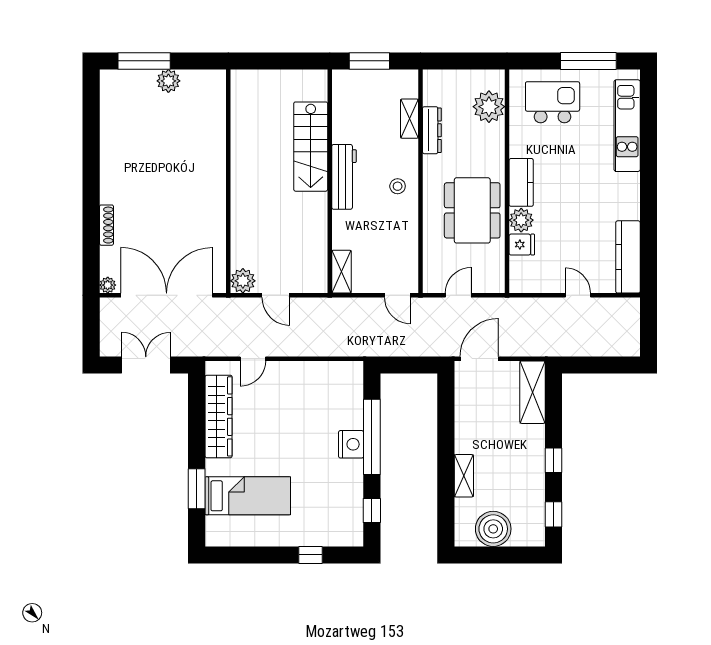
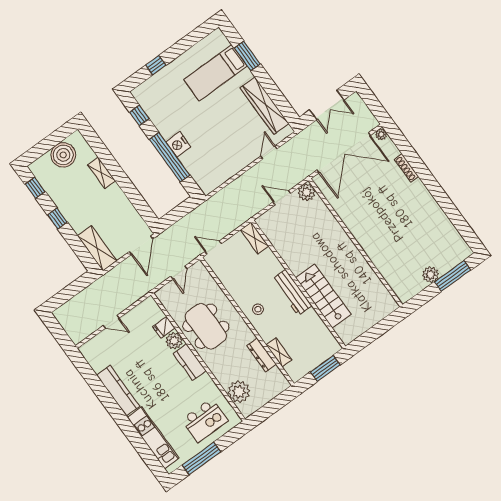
kitchen counter: (628, 257) -> (118, 391), moved

